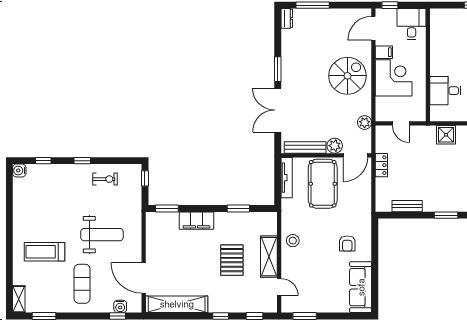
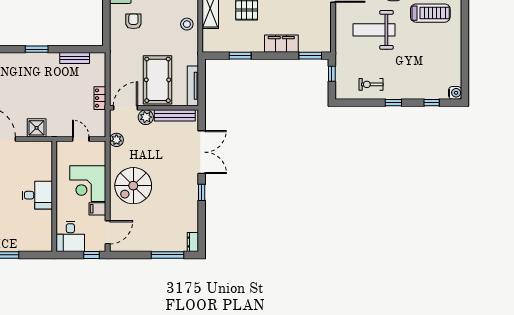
window: (278, 69) -> (202, 192), width x0.67
desk: (445, 91) -> (37, 195), moved
window: (145, 178) -> (332, 74), moved

